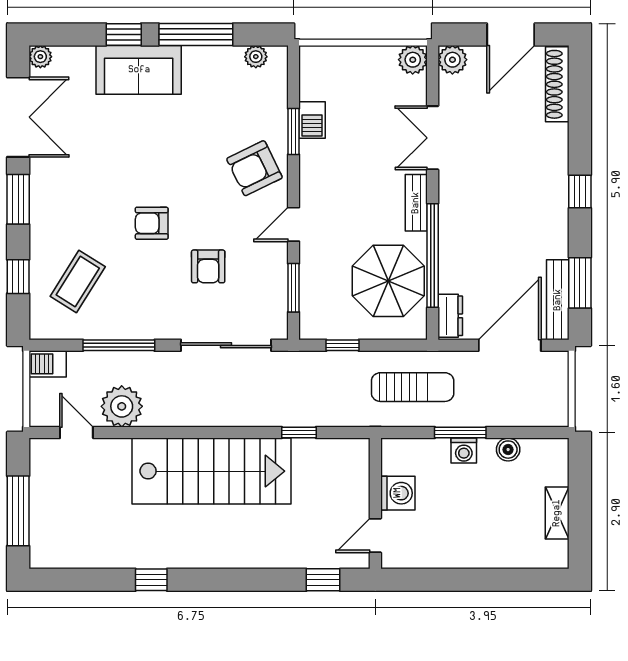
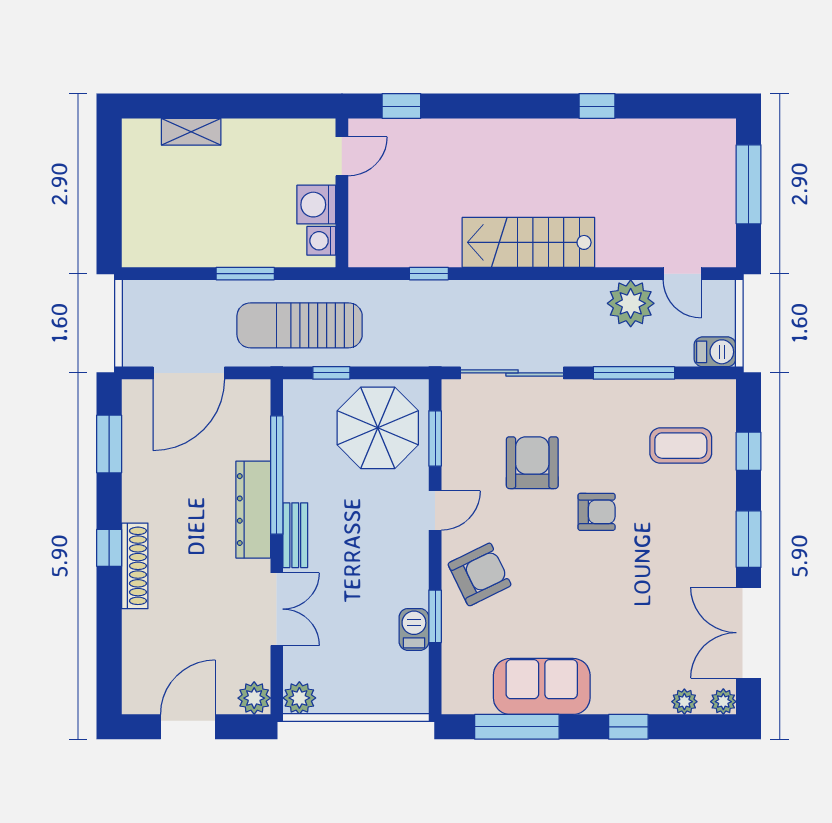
window: (196, 34) -> (517, 727), moved
plant: (256, 57) -> (684, 702), moved
sofa: (139, 70) -> (542, 686), moved
shoe rack: (557, 84) -> (135, 566), moved
armchair: (208, 266) -> (532, 463), width x1.38, depth x1.38
coffee table: (78, 281) -> (681, 446), turned 58
parasol: (388, 281) -> (378, 428), moved
bench: (558, 300) -> (134, 425), removed
dresser: (450, 316) -> (253, 510), moved, width x1.96, depth x1.24
window: (342, 345) -> (331, 373), moved
sun lounger: (413, 387) -> (300, 325), width x1.36, depth x1.34
boiler: (508, 450) -> (191, 254), removed
washing machine: (464, 451) -> (321, 241), moved, turned -90
stairs: (212, 471) -> (528, 242), width x0.73, depth x0.66
shelving: (557, 513) -> (191, 132), moved, turned 90

